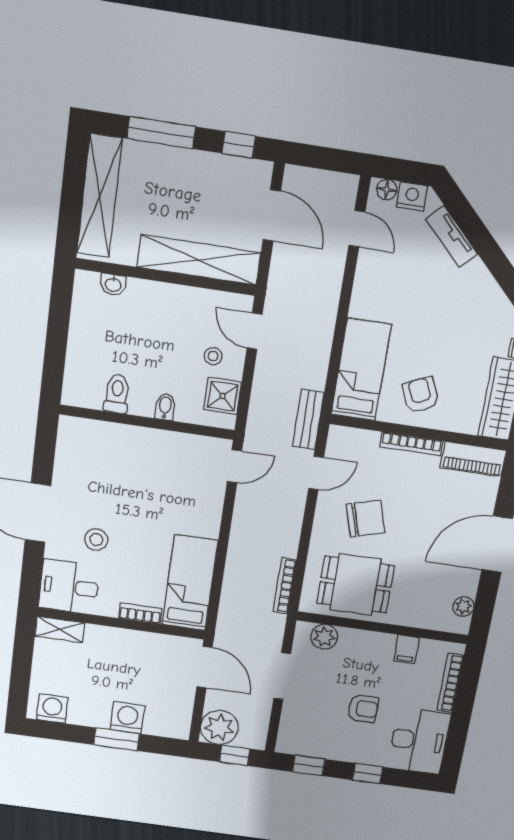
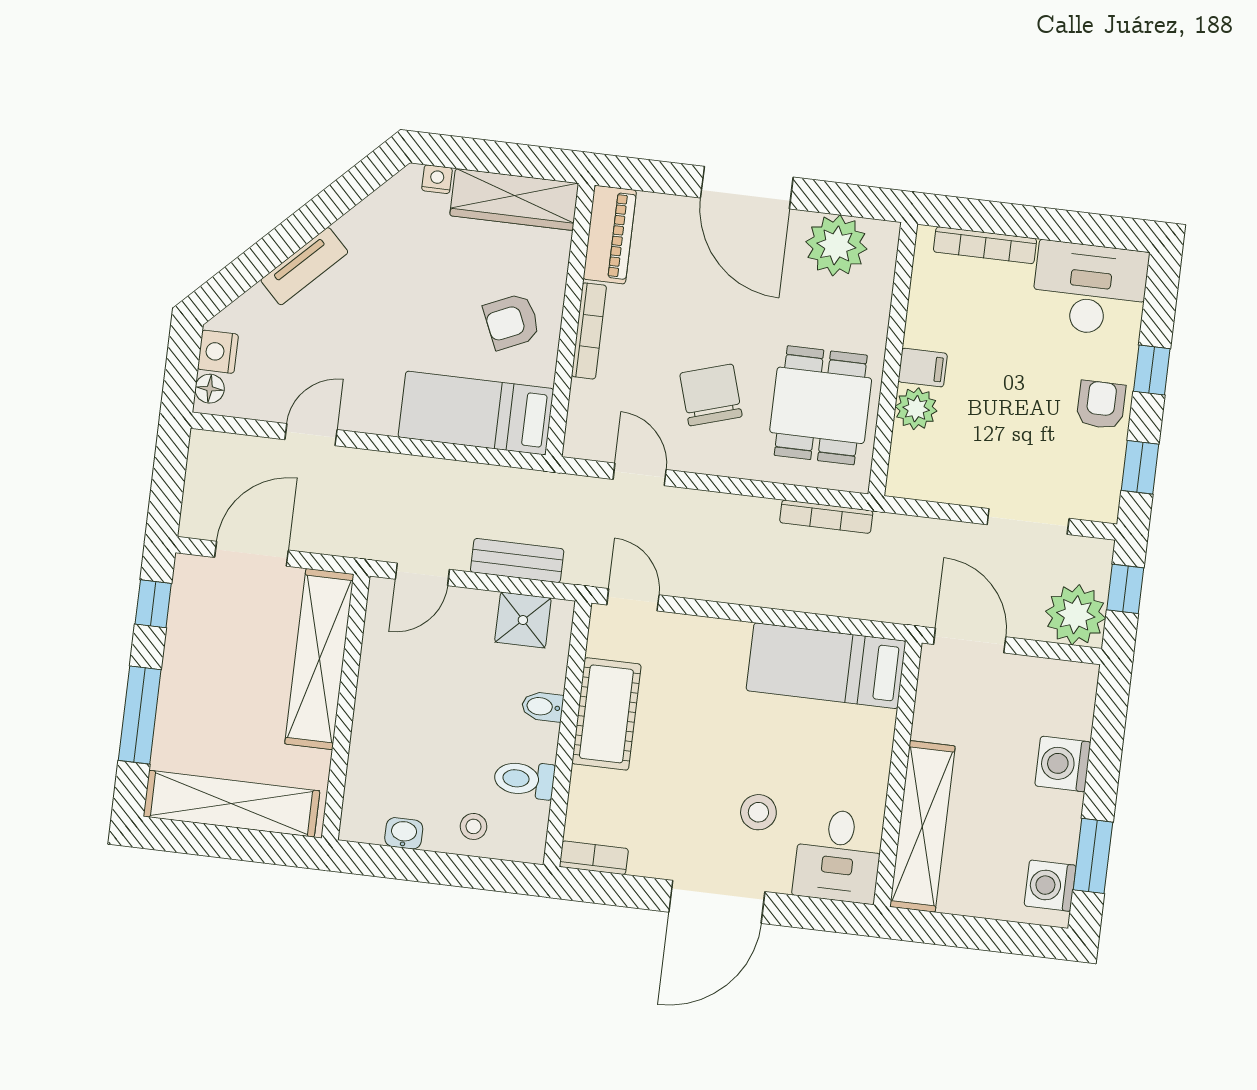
door: (357, 229) -> (311, 435), moved
tv unit: (452, 237) -> (304, 266), moved
washbasin: (113, 284) -> (404, 833), moved, turned -90
stool: (213, 356) -> (474, 826), moved
bench: (308, 419) -> (517, 561), moved
cot: (160, 447) -> (606, 714), added
plant: (464, 606) -> (836, 245), width x1.88, depth x1.88
bookcase: (140, 613) -> (594, 858), moved, turned 90
shelving: (60, 629) -> (922, 826), width x2.20, depth x1.33
plant: (324, 637) -> (916, 409), moved
filing cabinet: (407, 649) -> (923, 368), moved
door: (204, 667) -> (970, 641), hinge flipped
doorway: (282, 676) -> (1028, 521), moved
armchair: (363, 708) -> (1101, 405), moved
window: (117, 739) -> (1093, 856), moved

